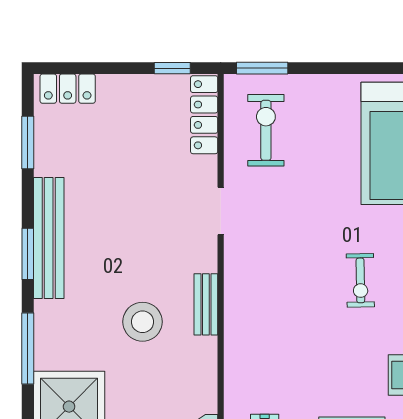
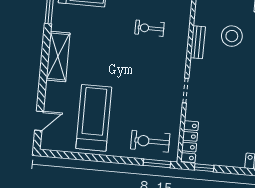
exercise bike: (266, 130) -> (150, 141), moved, turned 90
exercise bike: (360, 280) -> (150, 28), moved, turned -89

